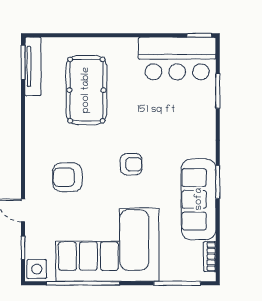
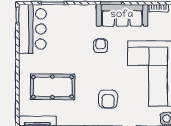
armchair: (131, 164) -> (100, 46), moved

